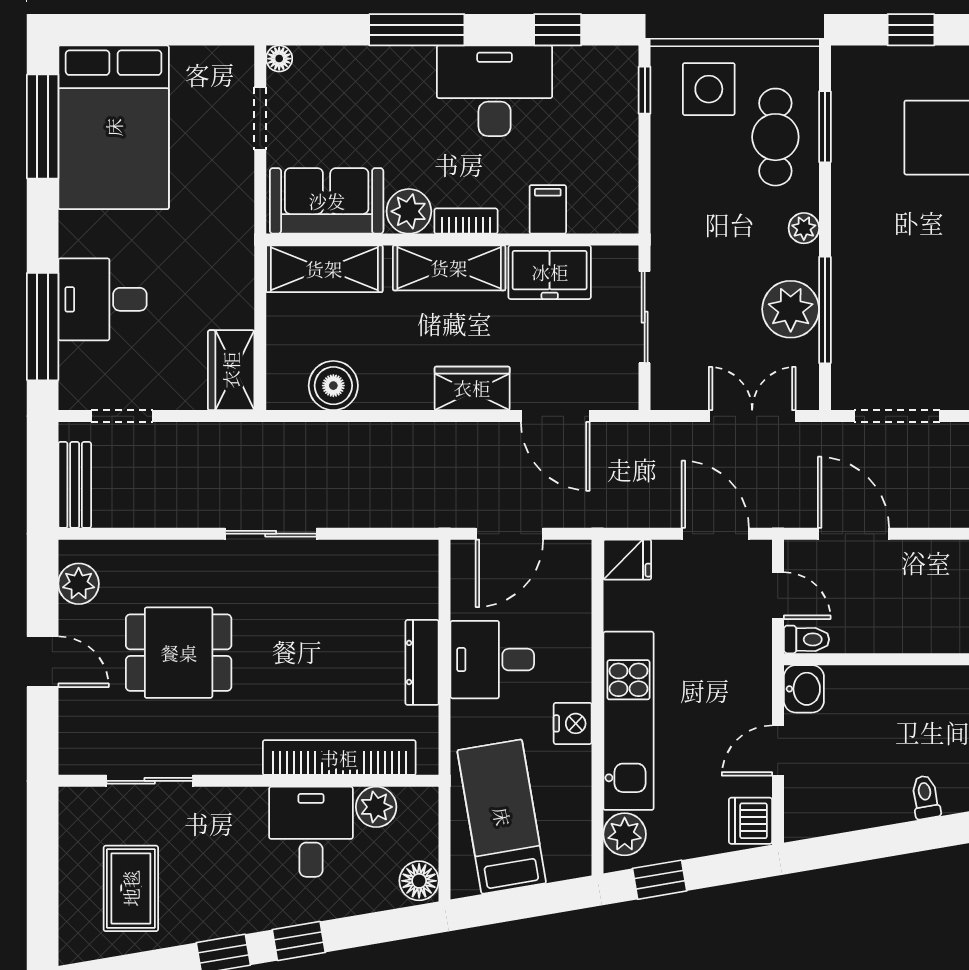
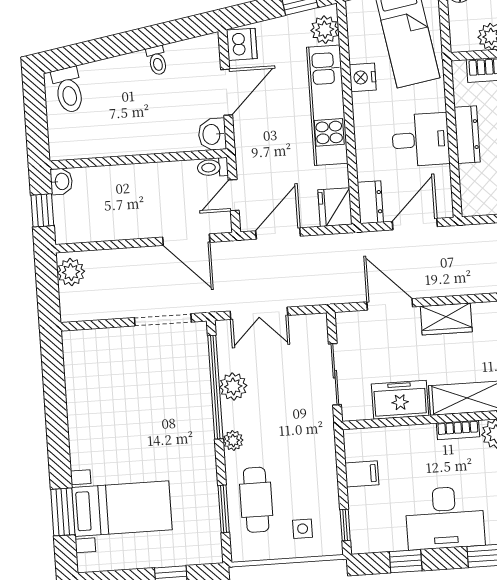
side table: (709, 89) -> (303, 529), width x0.54, depth x0.54
filing cabinet: (548, 209) -> (362, 474), moved, turned -90
plant: (791, 309) -> (233, 386), width x0.73, depth x0.73
window: (825, 310) -> (215, 387), width x1.46
door: (715, 534) -> (278, 233), swing flipped
fridge: (627, 560) -> (335, 207), width x1.38
dresser: (574, 571) -> (370, 202), added
door: (778, 596) -> (234, 195), hinge flipped
nightstand: (573, 723) -> (363, 77), moved
door: (778, 751) -> (227, 92), width x1.37
toilet: (925, 797) -> (157, 61), moved

